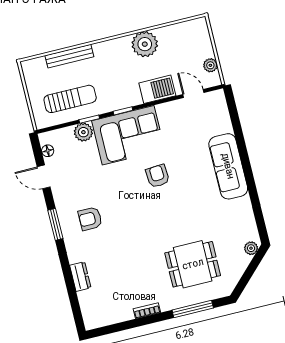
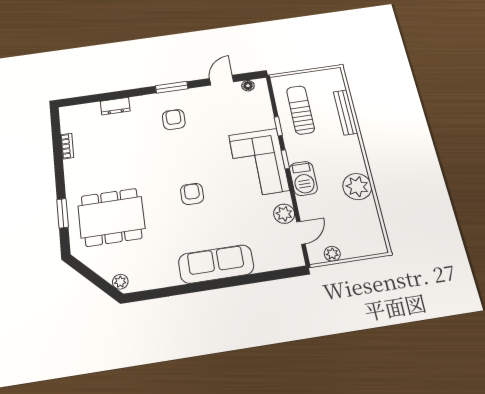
barbecue: (157, 89) -> (303, 178), moved
sun lounger: (70, 99) -> (300, 110), turned 180
plant: (83, 132) -> (284, 214), moved
armchair: (158, 176) -> (192, 194), moved, turned -86
dining table: (193, 264) -> (111, 217), width x1.38
window: (193, 309) -> (63, 213), width x0.69
bookcase: (147, 311) -> (67, 146), moved

